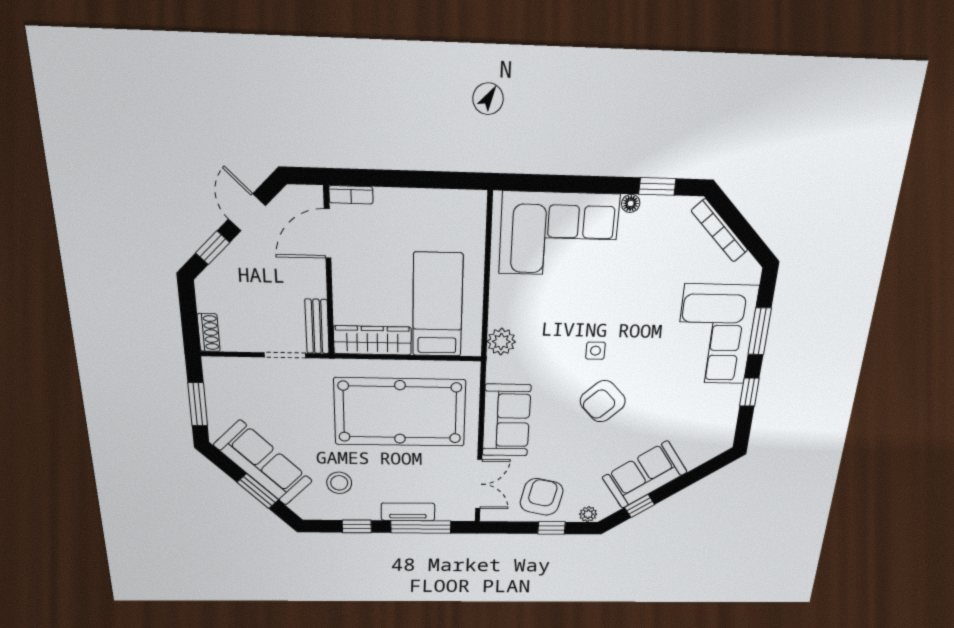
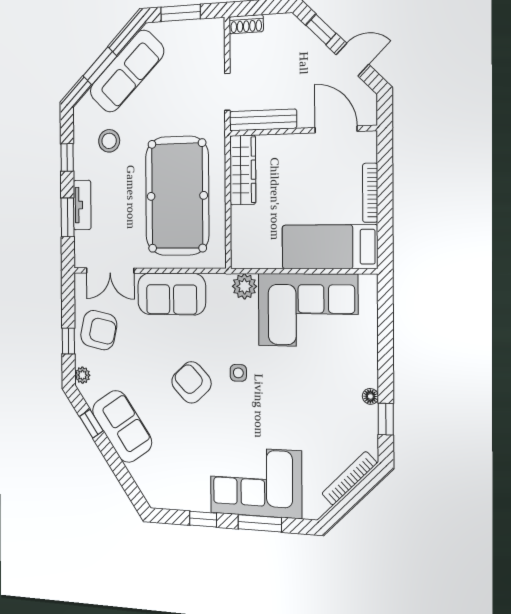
bookcase: (351, 195) -> (370, 193), moved, width x1.56
corner sofa: (559, 234) -> (308, 310), moved, turned -90
bed: (438, 305) -> (330, 247), moved, turned 180
bench: (317, 326) -> (263, 120), width x1.36
window: (421, 527) -> (67, 217), width x0.69

